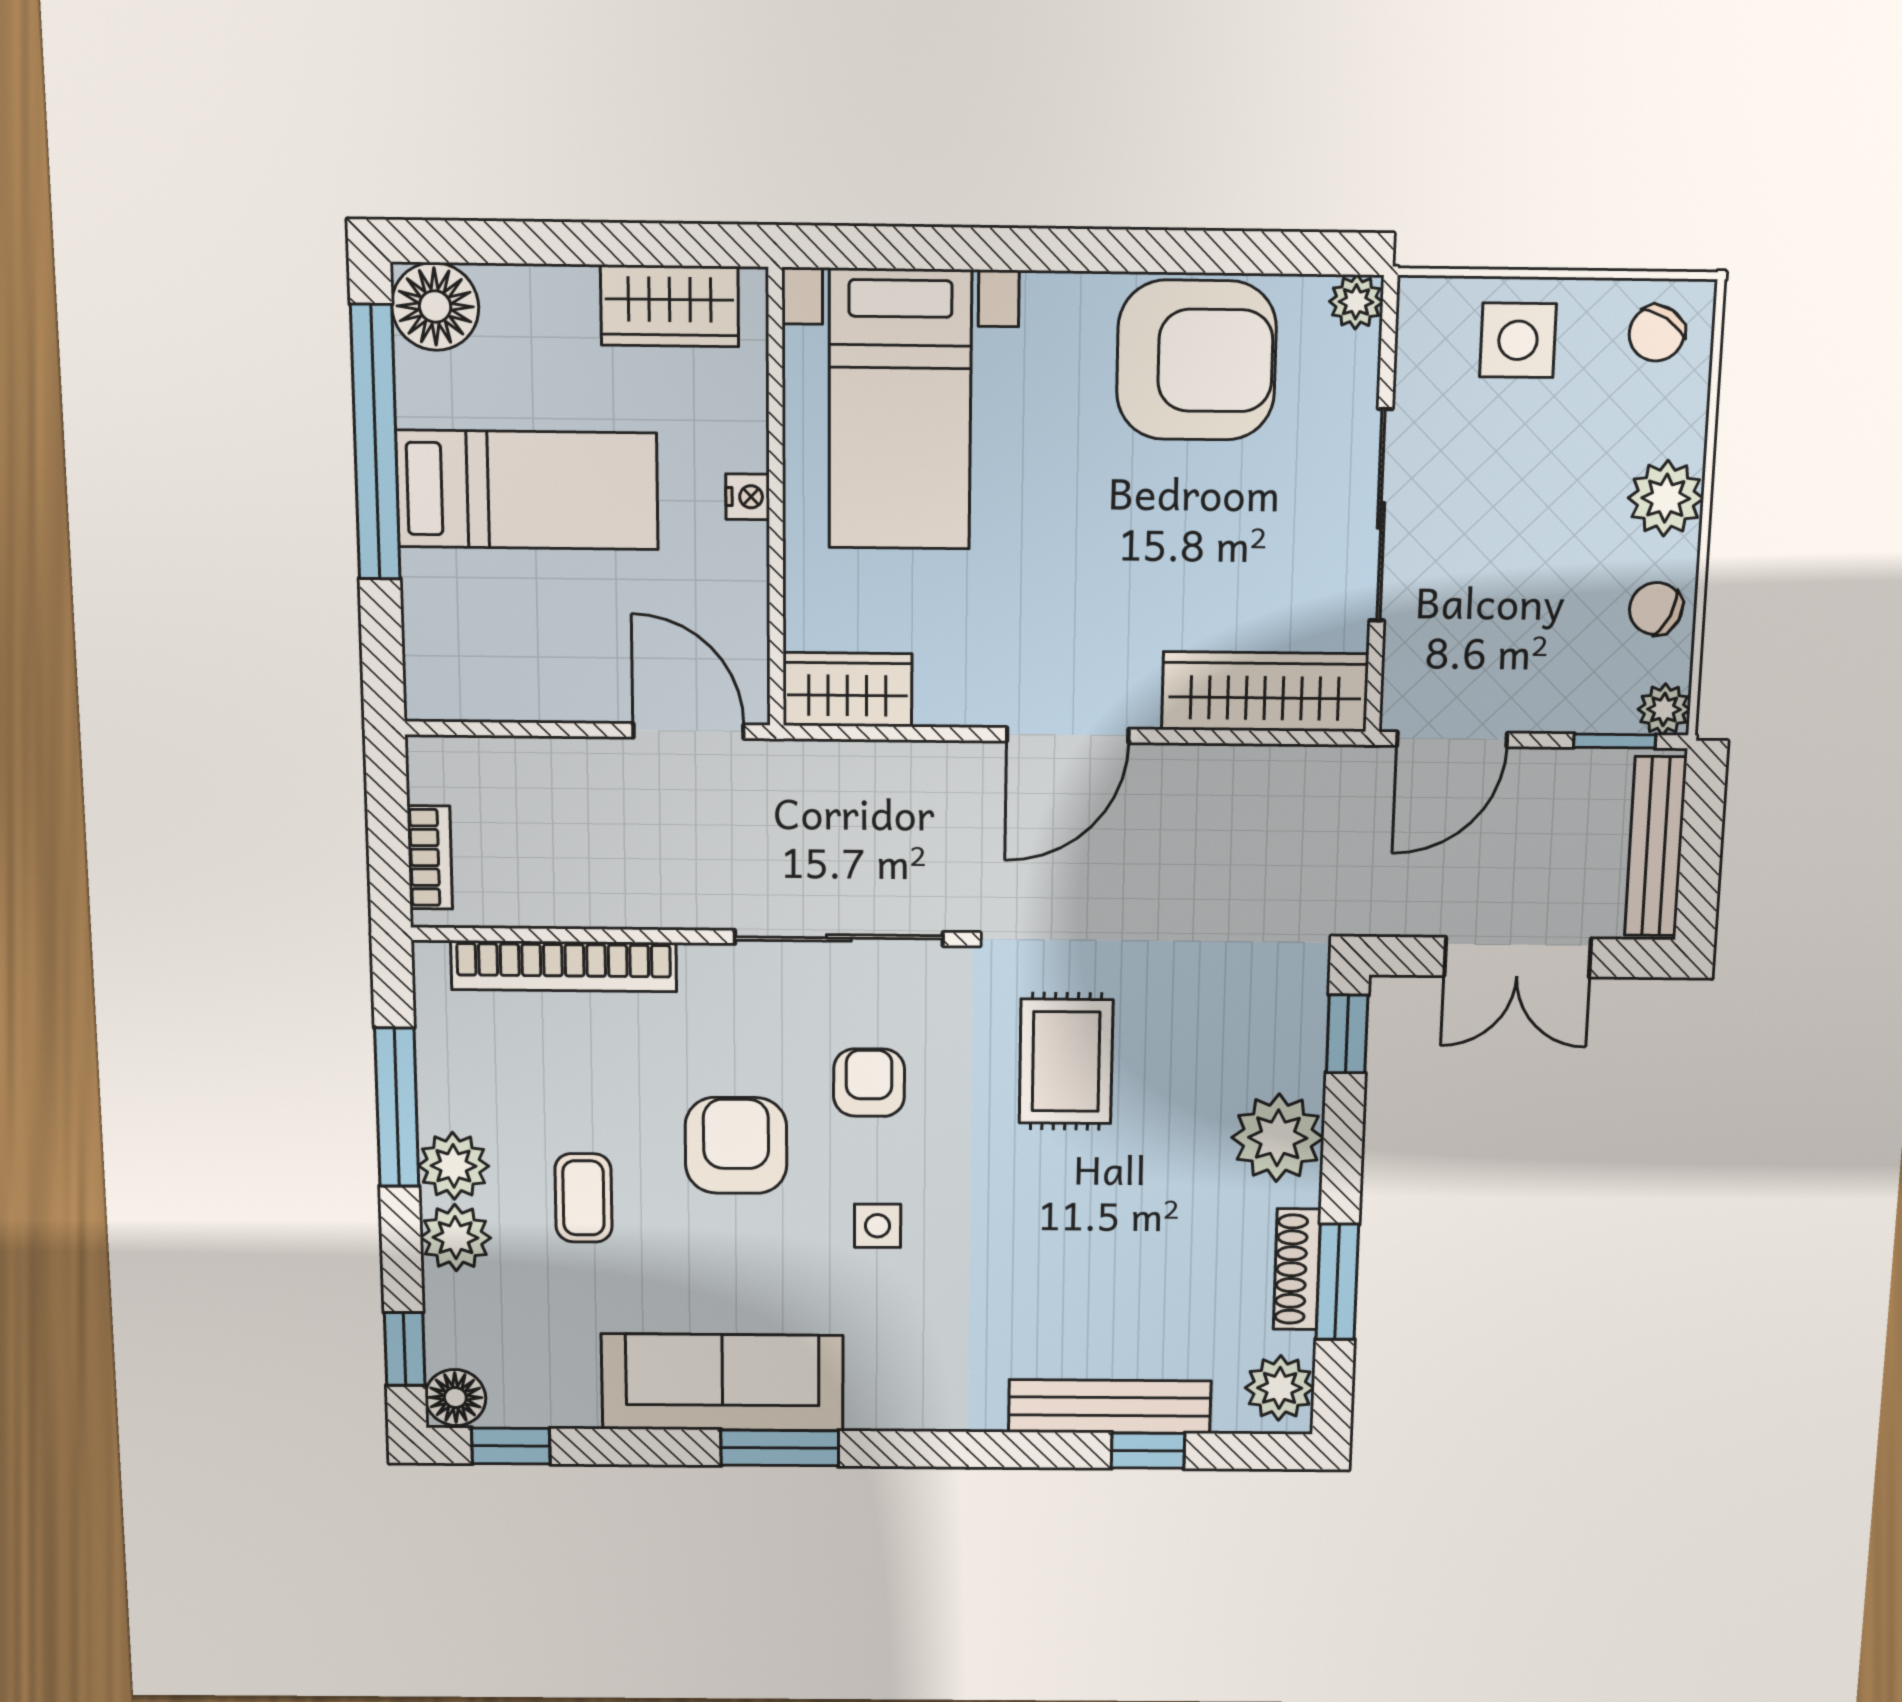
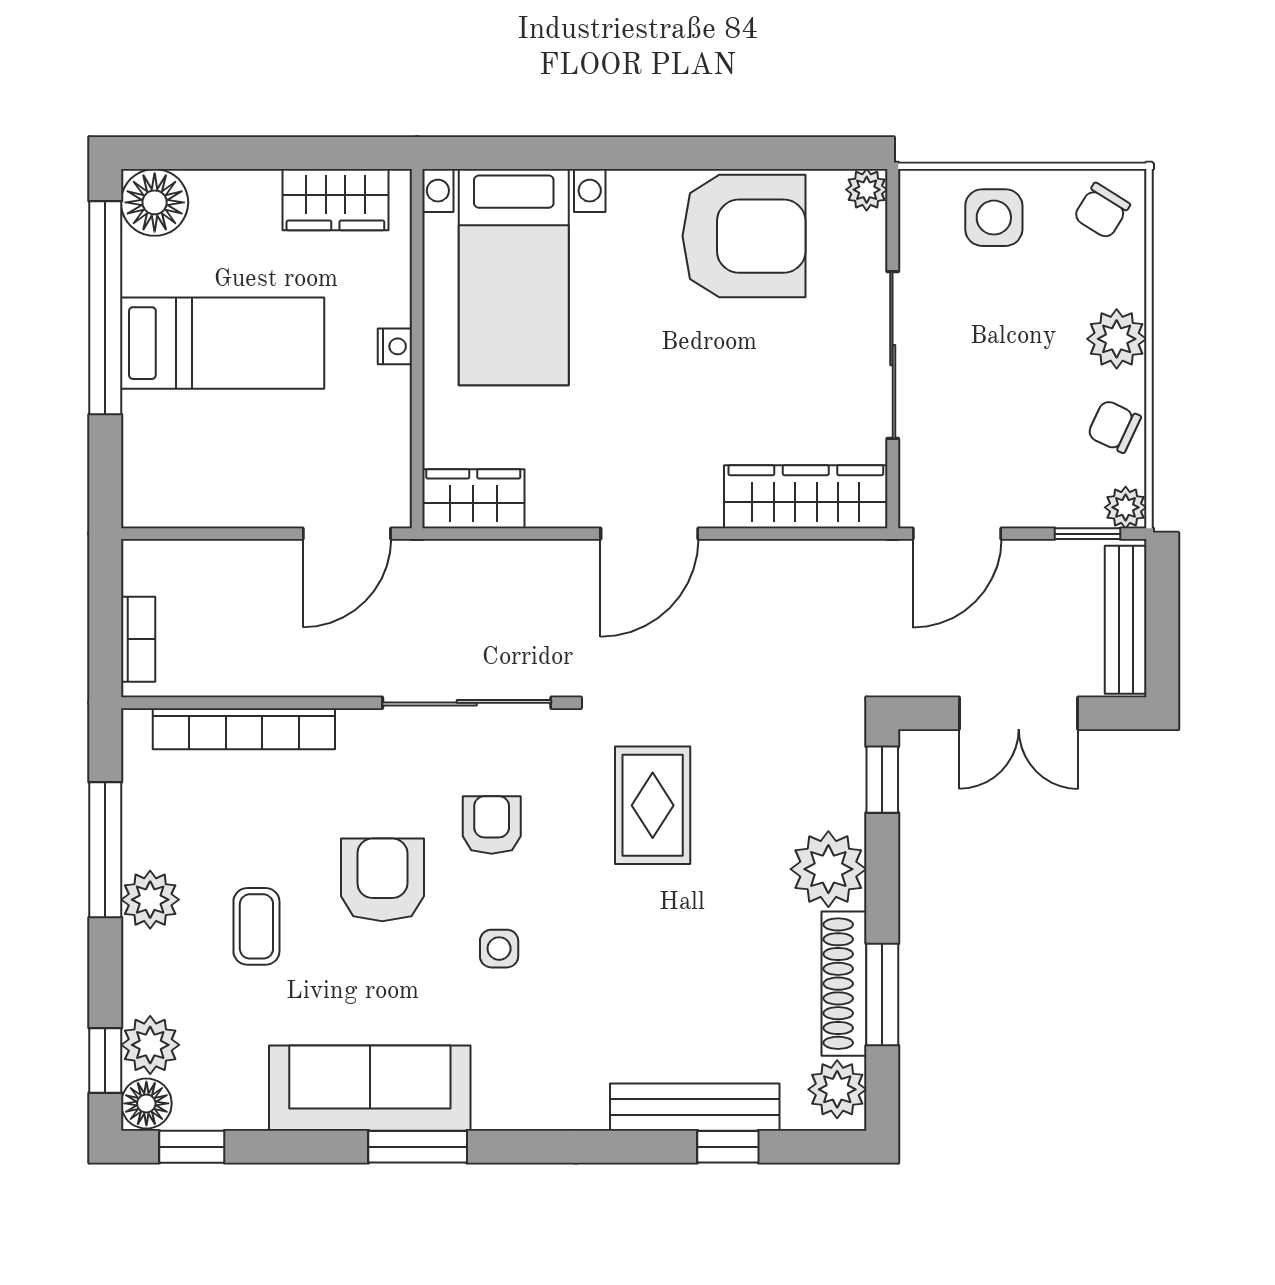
door: (688, 731) -> (347, 534), swing flipped
plant: (456, 1238) -> (150, 1045), moved
shoe rack: (1297, 1269) -> (844, 984), width x1.36, depth x1.24

